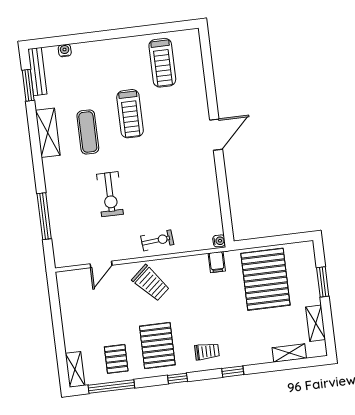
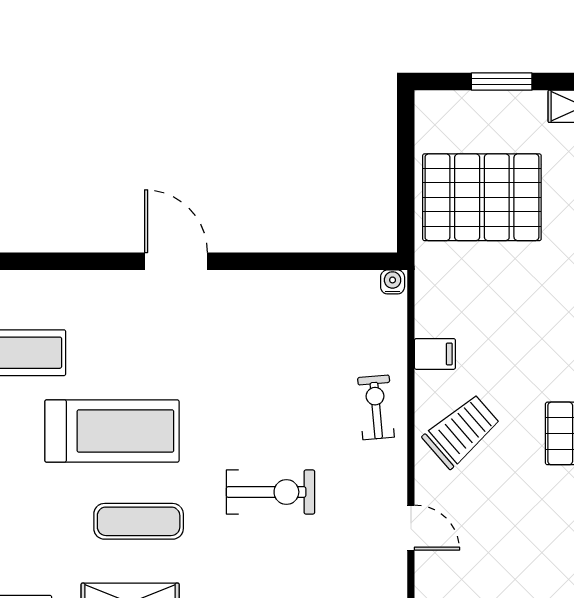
treadmill: (130, 114) -> (112, 431), width x1.37, depth x1.38
filing cabinet: (217, 262) -> (435, 354), moved

